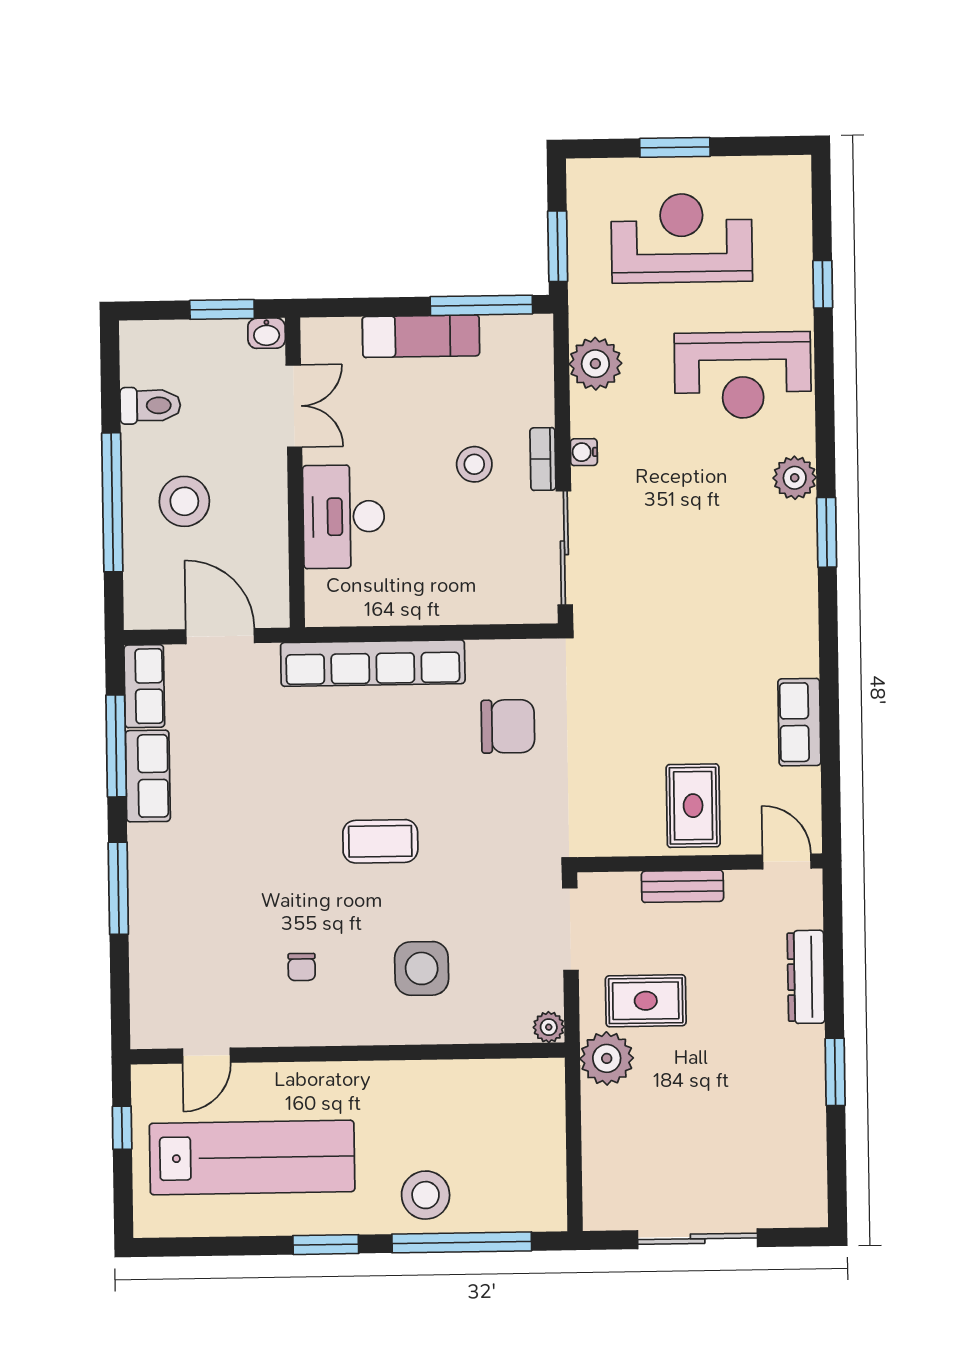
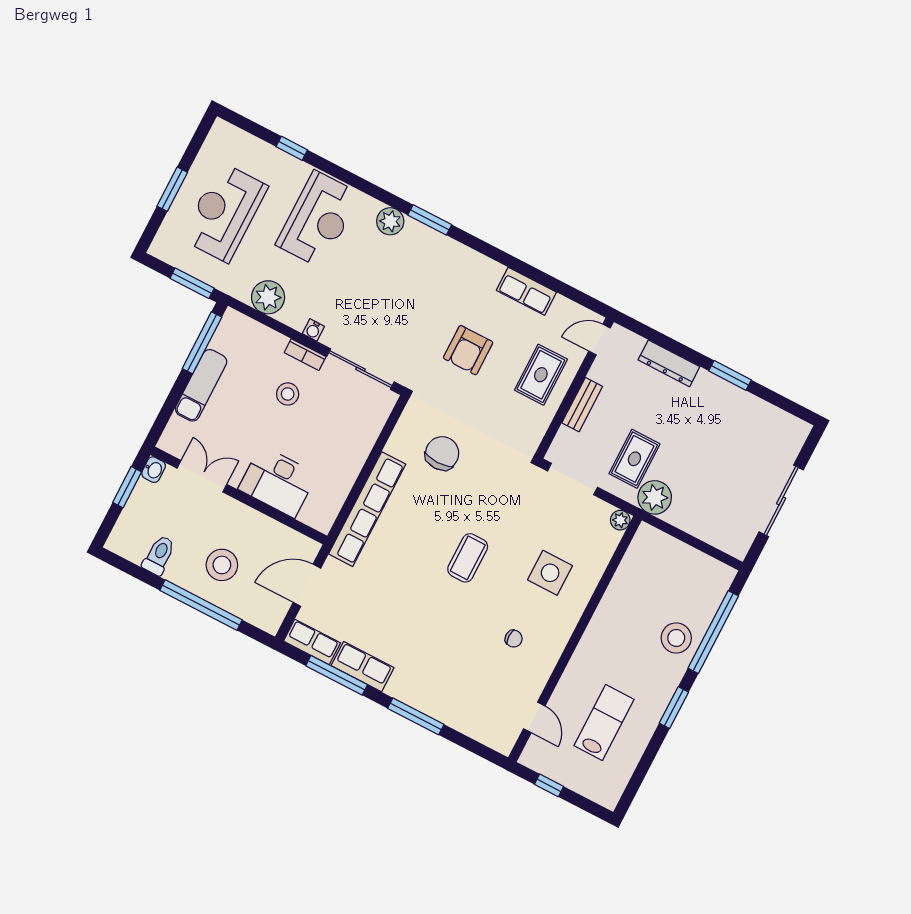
armchair: (672, 685) -> (468, 350), added
rug: (693, 806) -> (541, 375), turned 90
lab bench: (252, 1157) -> (604, 723), width x0.54, depth x0.72

